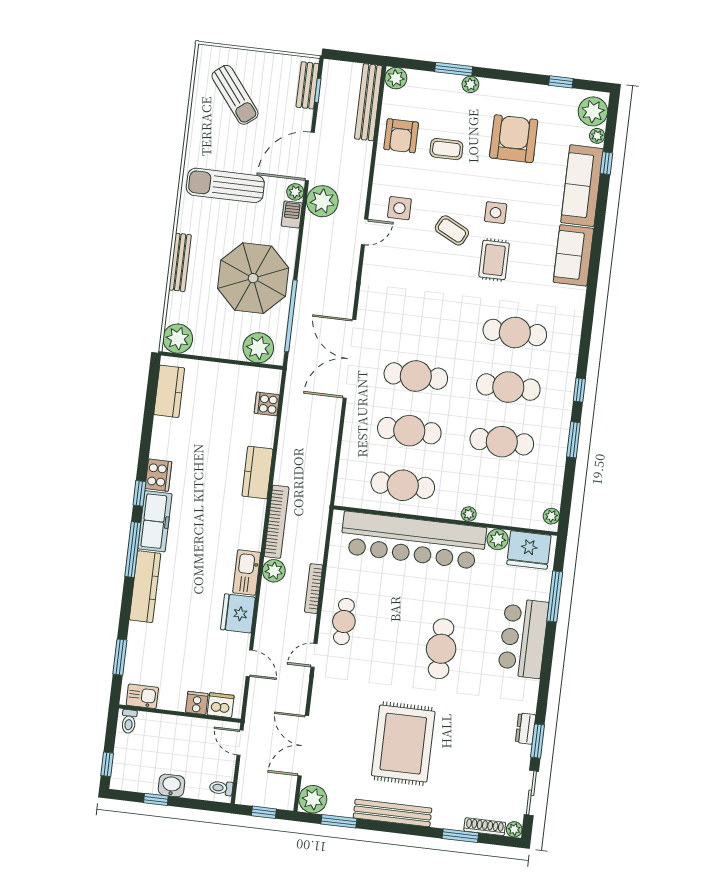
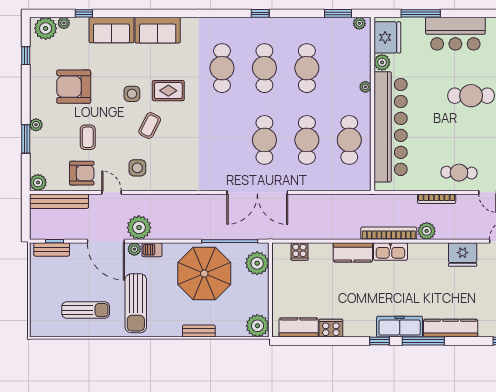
sun lounger: (235, 95) -> (86, 310), moved, turned 38
sofa: (582, 186) -> (111, 30), width x0.73
door: (365, 232) -> (112, 192), moved
bench: (180, 262) -> (199, 331), width x0.73
window: (573, 440) -> (338, 13), moved
cooker: (158, 475) -> (331, 328), moved
kitchen sink: (247, 573) -> (390, 252), moved

